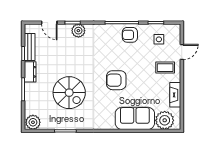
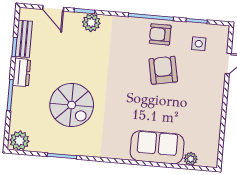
coffee table: (165, 68) -> (204, 82), removed
armchair: (116, 80) -> (163, 70), moved, turned 79
fireplace: (175, 95) -> (214, 120), removed
plant: (165, 120) -> (191, 159), width x0.53, depth x0.53

